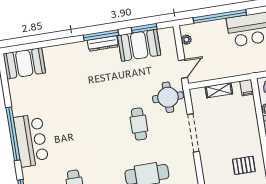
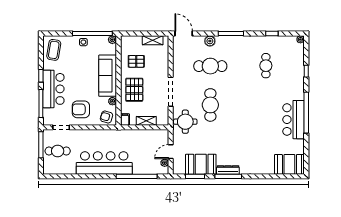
door: (183, 69) -> (171, 152), moved
cafe table: (139, 124) -> (210, 105), width x1.37, depth x1.35
pallet: (241, 128) -> (134, 90), added
bar counter: (31, 140) -> (294, 120), moved

